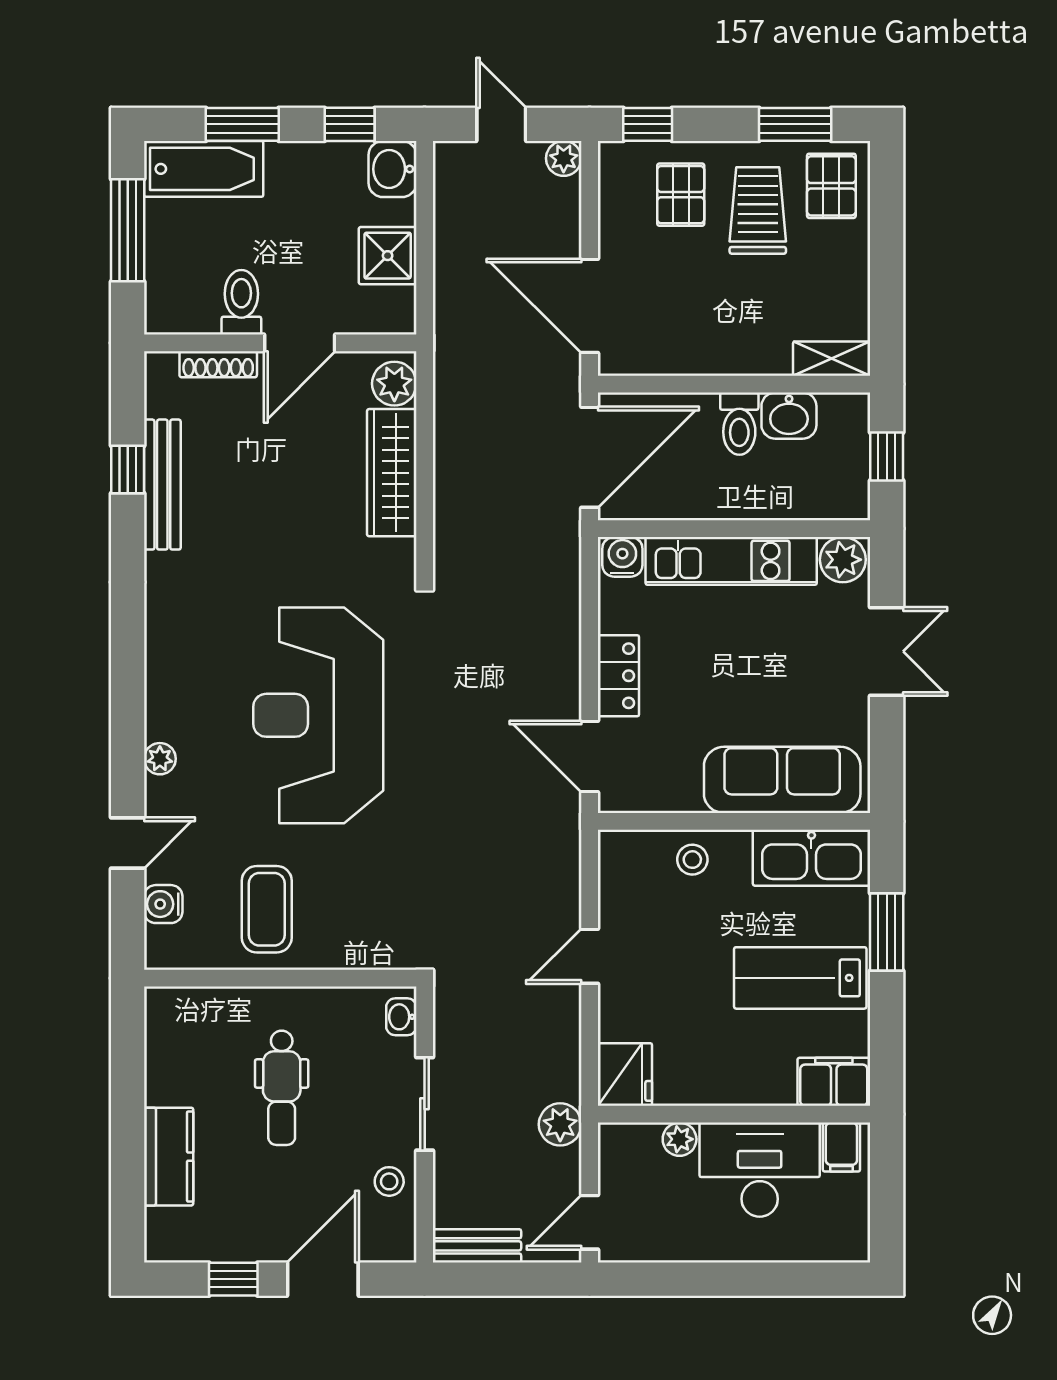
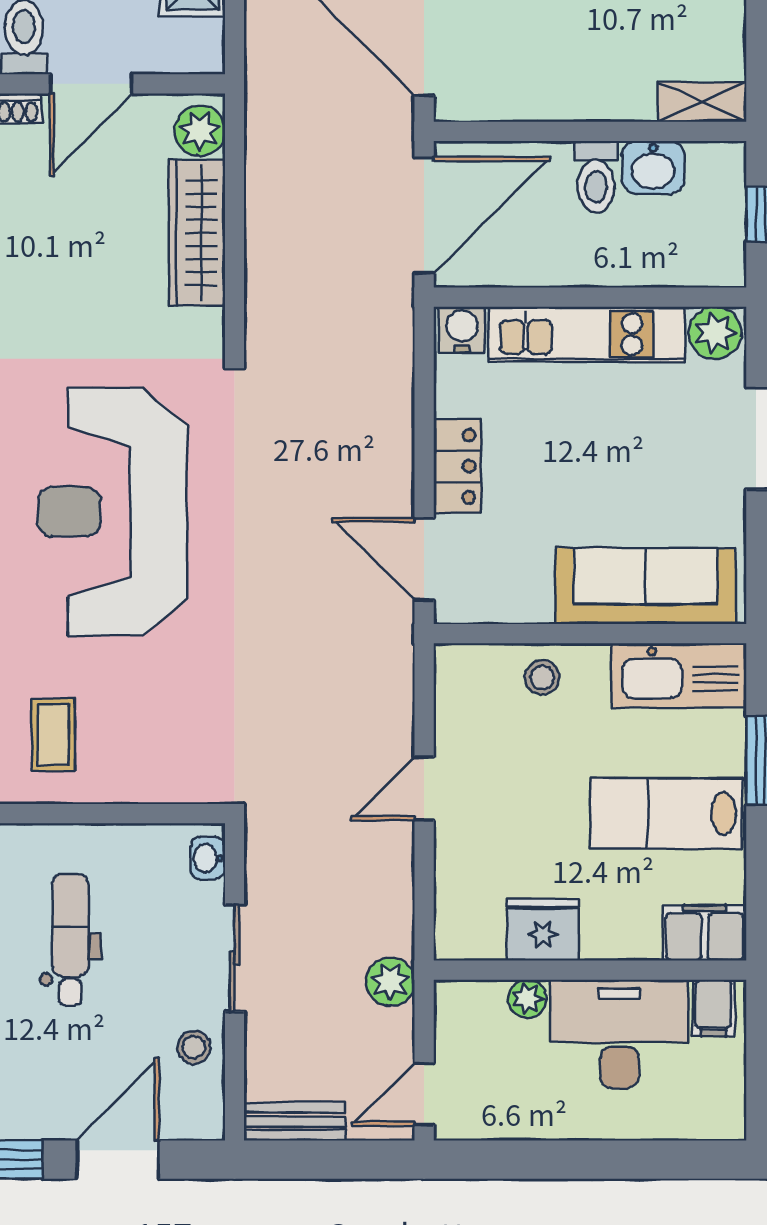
coffee table: (267, 909) -> (53, 735), width x0.73, depth x0.77
fridge: (625, 1075) -> (543, 929), moved, turned -90
dental chair: (282, 1088) -> (70, 940), turned 180

